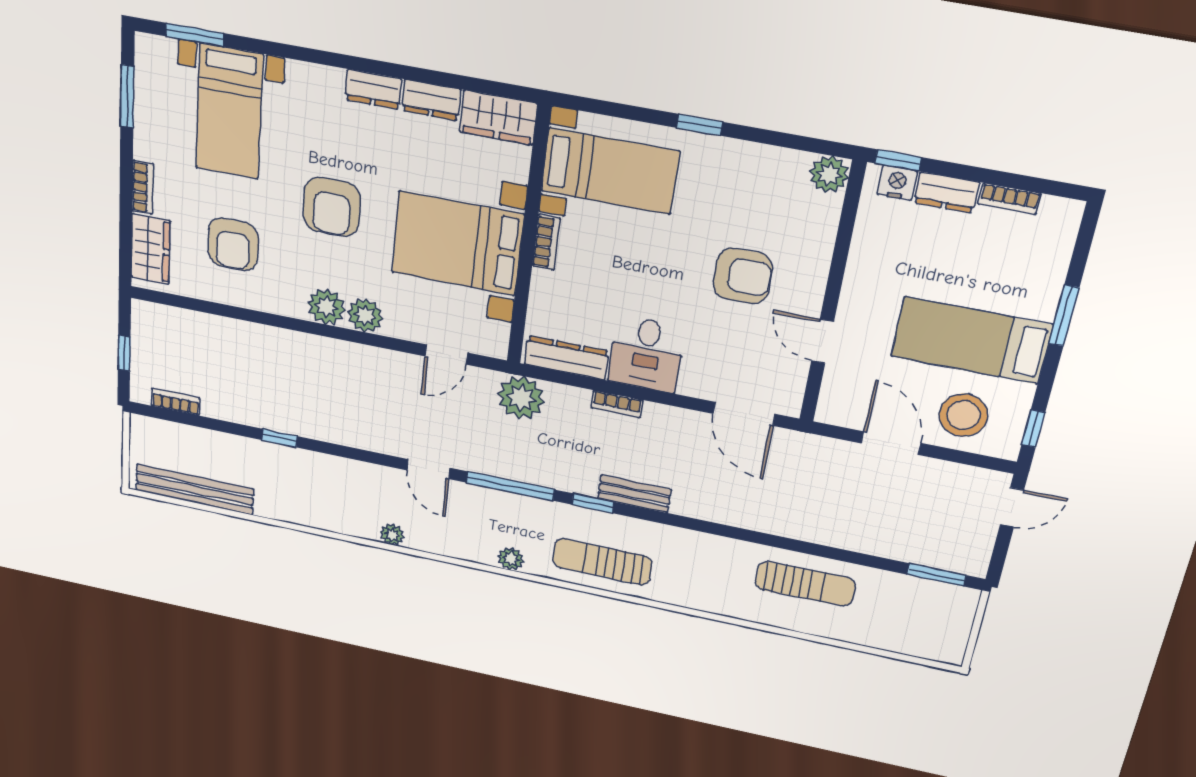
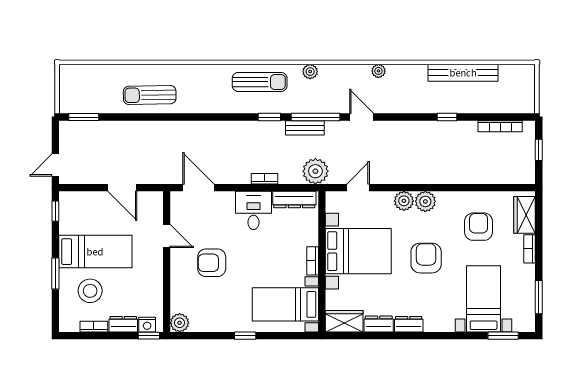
bookcase: (176, 402) -> (500, 126), width x1.56
stool: (963, 415) -> (90, 291), moved
bench: (195, 490) -> (463, 73), moved
bench: (634, 494) -> (305, 128), moved

